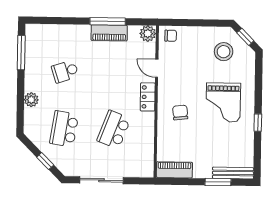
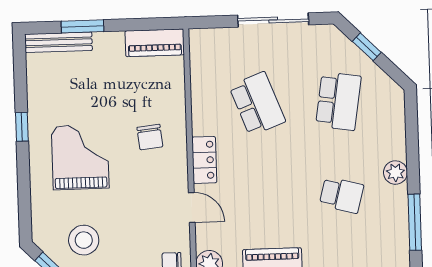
school desk: (65, 71) -> (342, 195), turned 33
plant: (31, 100) -> (395, 173), moved
school desk: (114, 130) -> (257, 104), turned -42

